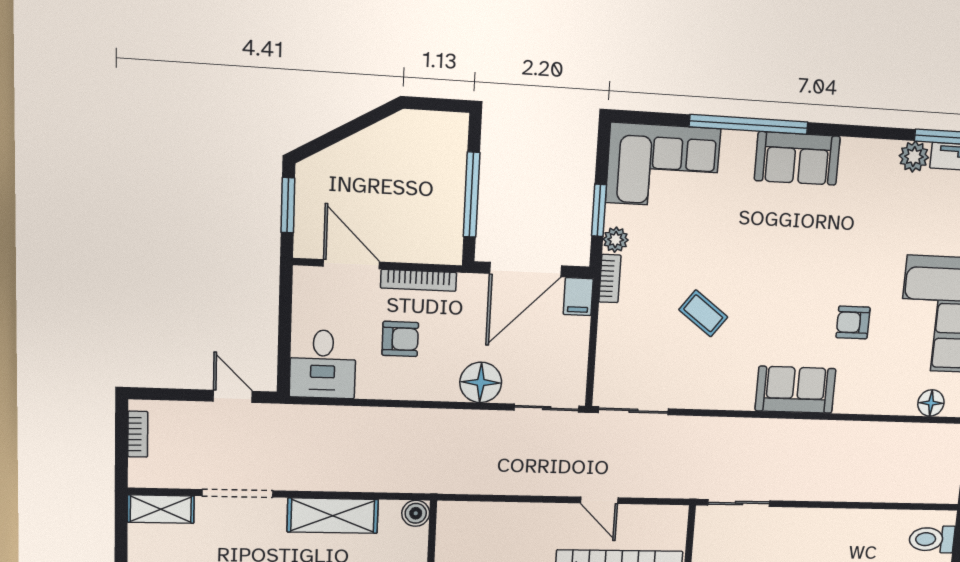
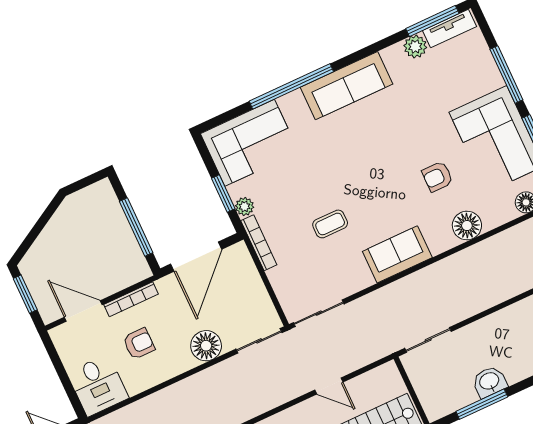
sofa: (797, 158) -> (347, 86), width x1.36
bookcase: (610, 279) -> (259, 243), width x1.56
filing cabinet: (578, 297) -> (240, 256), removed
coffee table: (703, 313) -> (330, 224), turned -37
sofa: (795, 390) -> (397, 254), moved
floor lamp: (853, 396) -> (467, 226), added

